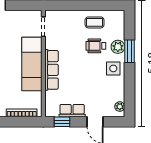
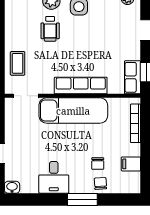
coffee table: (95, 22) -> (18, 63), moved
row of seats: (72, 111) -> (133, 77), moved

